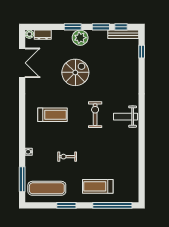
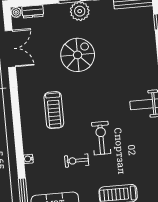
treadmill: (53, 115) -> (54, 110), turned 90
exercise bike: (95, 115) -> (101, 138), moved

